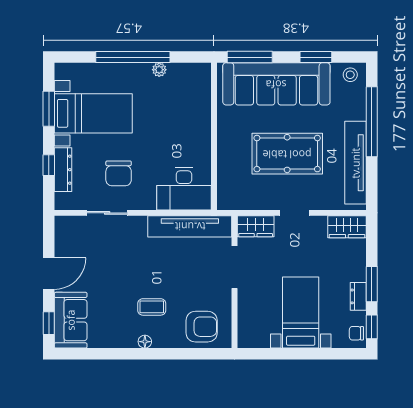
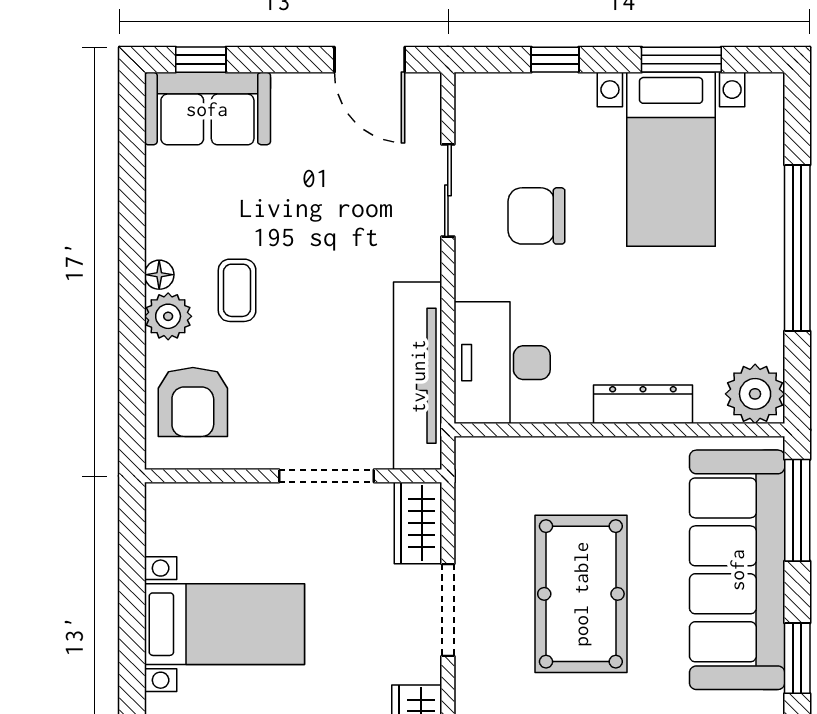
plant: (159, 70) -> (755, 394), moved, width x1.88, depth x1.88
dresser: (63, 170) -> (643, 404), moved, turned 180
doorway: (294, 213) -> (448, 610), width x1.38
door: (49, 274) -> (370, 60), moved
plant: (163, 338) -> (168, 316), added

